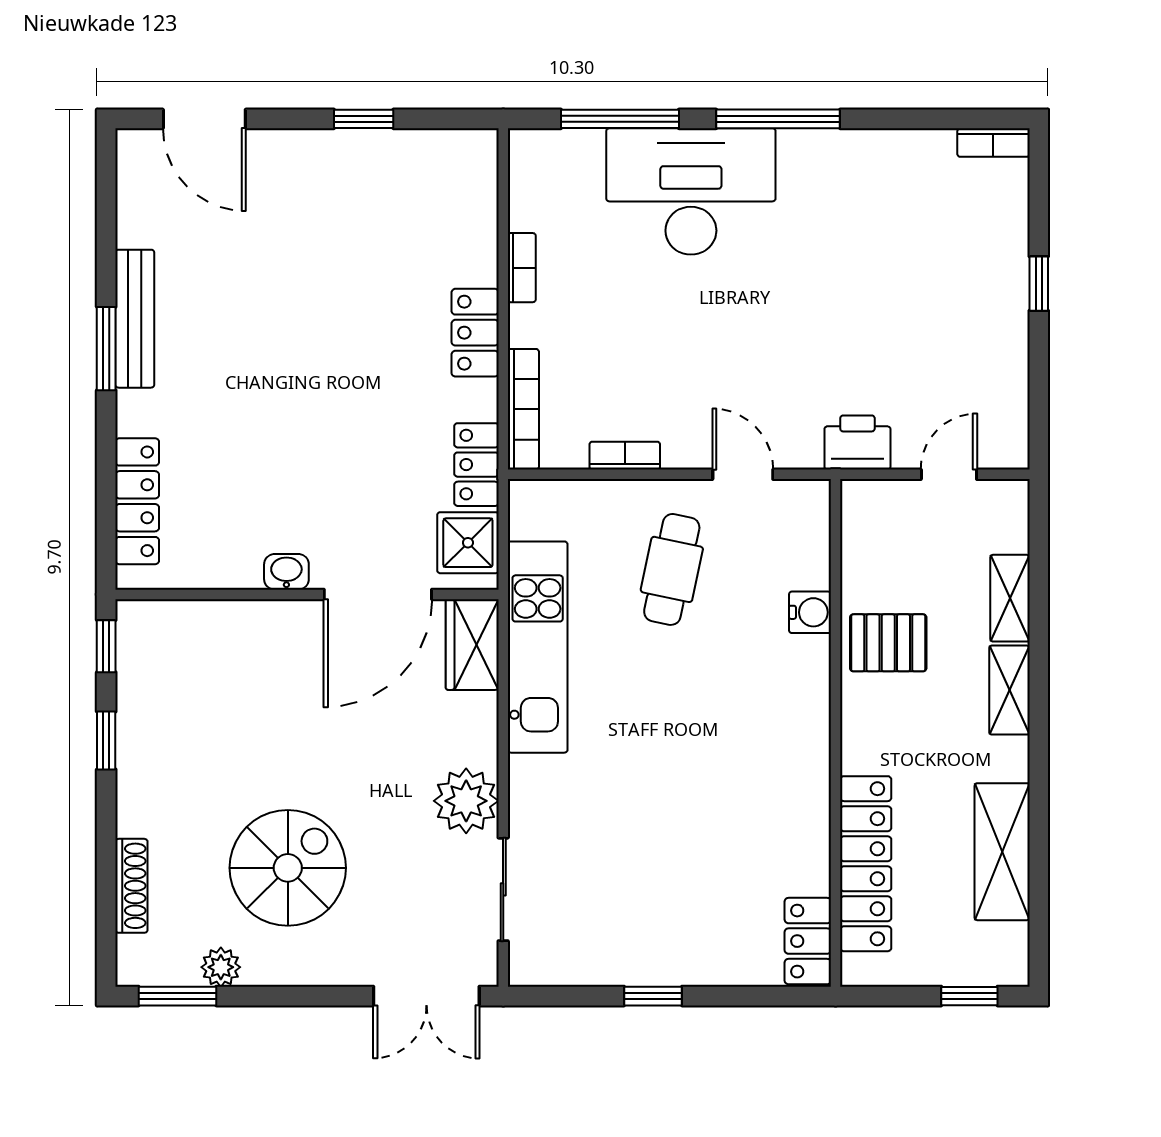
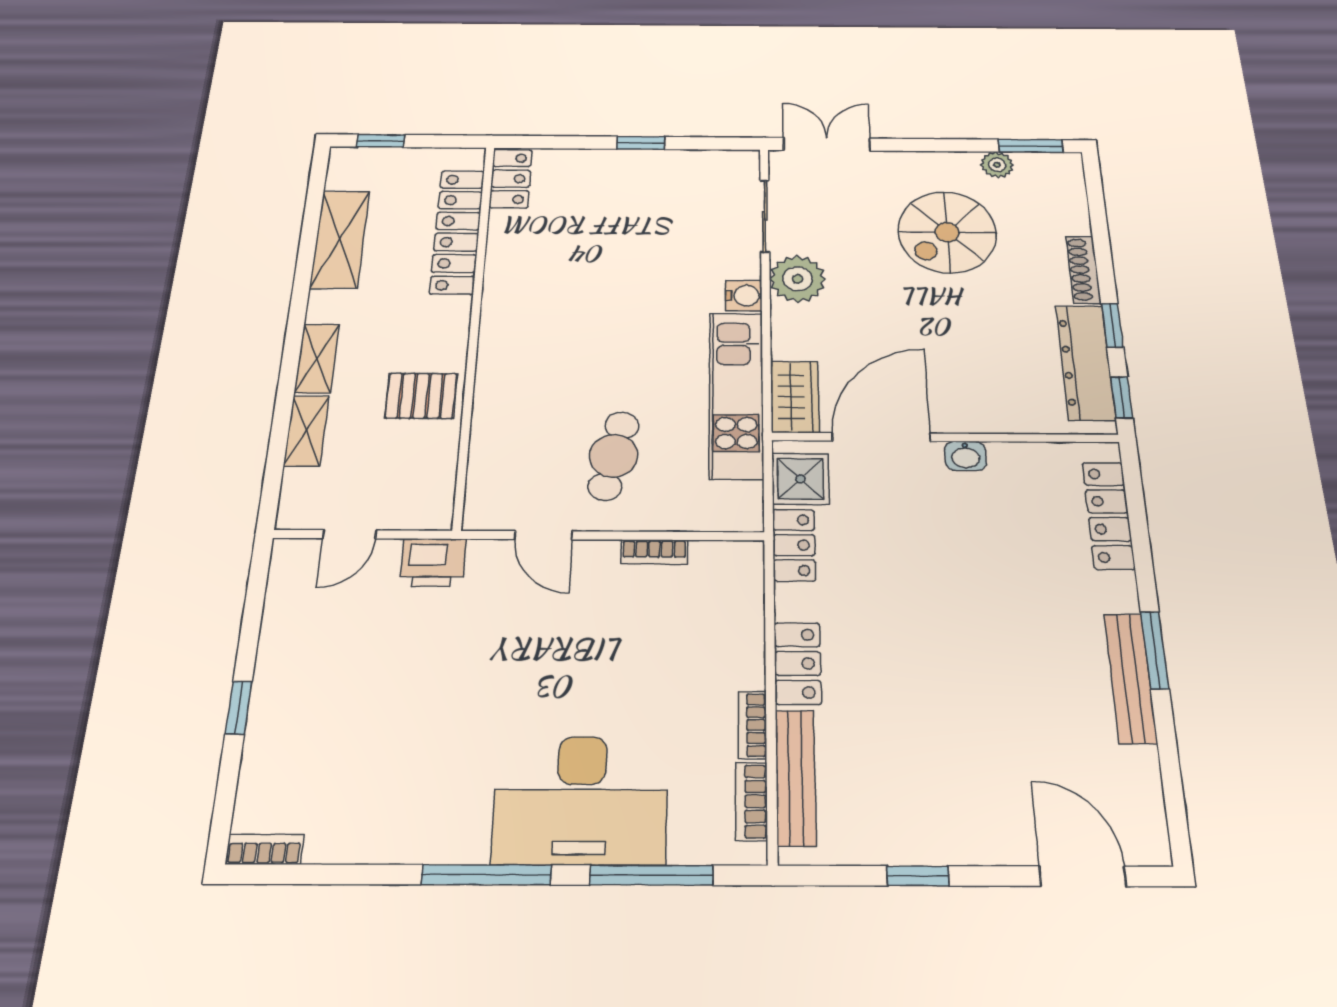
bench: (480, 214) -> (796, 777), added
bookcase: (523, 409) -> (751, 801), moved, width x0.64
water cooler: (810, 612) -> (744, 296), moved, turned 180
dresser: (142, 691) -> (1086, 362), added
shoe rack: (131, 886) -> (1083, 270), moved

